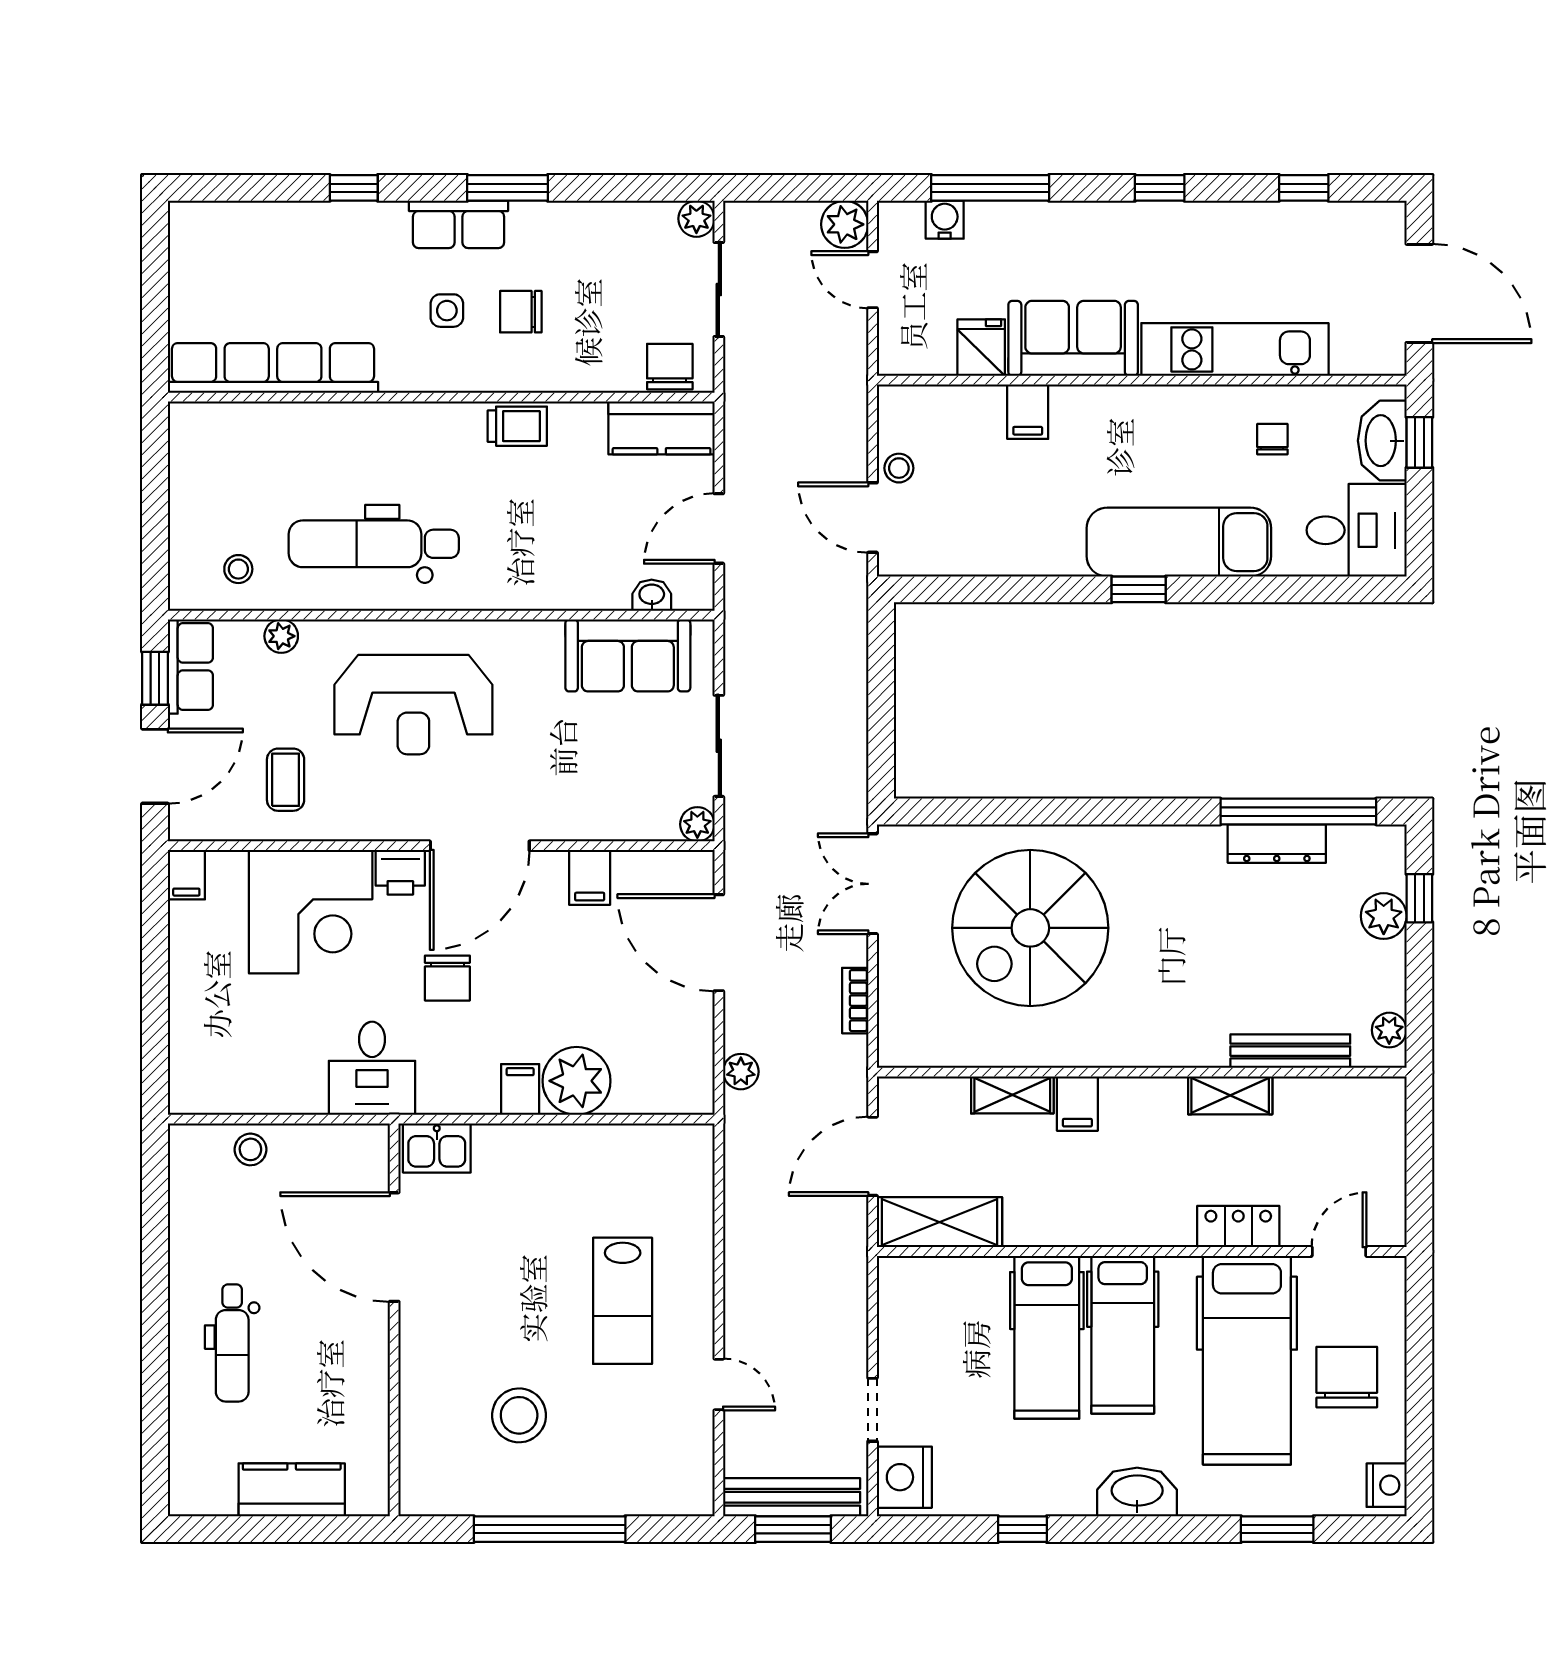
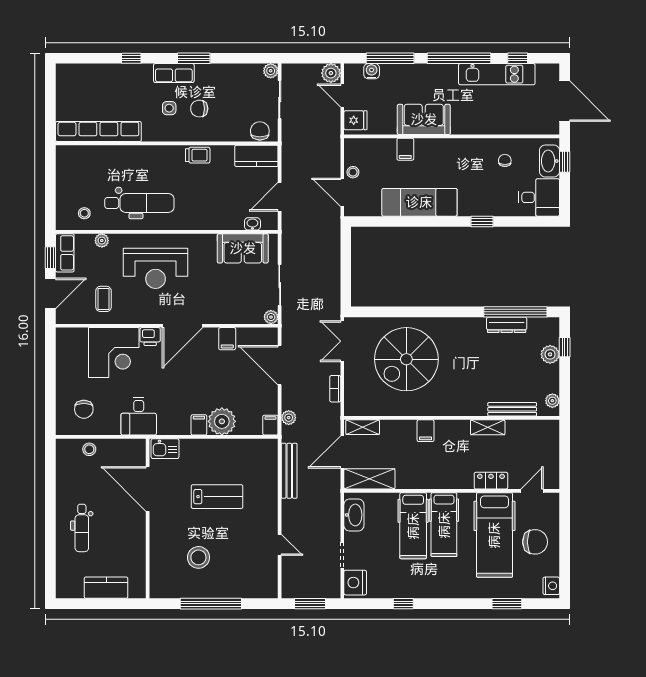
window: (1160, 188) -> (459, 58), width x3.17
fridge: (981, 348) -> (355, 120), moved, turned 90
kitchen unit: (1235, 349) -> (497, 74), moved, turned 180
exam couch: (1179, 542) -> (419, 202), moved
dental chair: (374, 544) -> (139, 203), turned 180
window: (1139, 589) -> (482, 222), moved
filing cabinet: (186, 875) -> (270, 425), moved, turned 180
chair: (447, 978) -> (84, 409), moved
shelving: (1012, 1095) -> (363, 427), moved
lab bench: (623, 1301) -> (217, 497), moved, turned -90
chair: (1347, 1377) -> (535, 542), turned 90
washbasin: (1137, 1492) -> (354, 515), moved, turned 90
bench: (792, 1497) -> (289, 471), moved, turned 90

